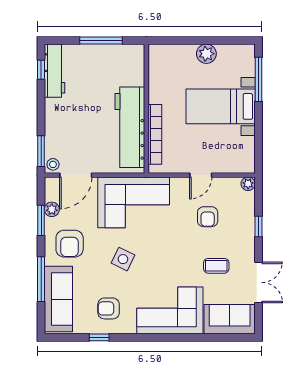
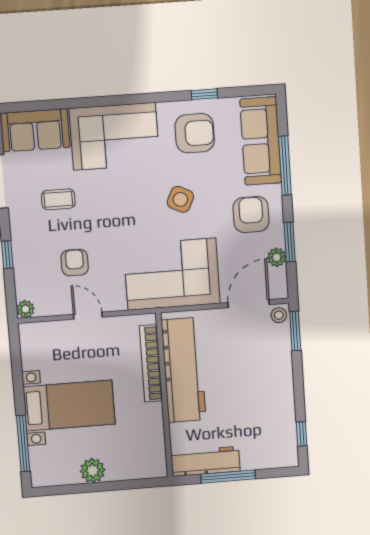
workbench: (54, 71) -> (205, 461), moved, turned 90
door: (201, 175) -> (88, 316), hinge flipped
armchair: (109, 308) -> (195, 133), width x1.38, depth x1.38

